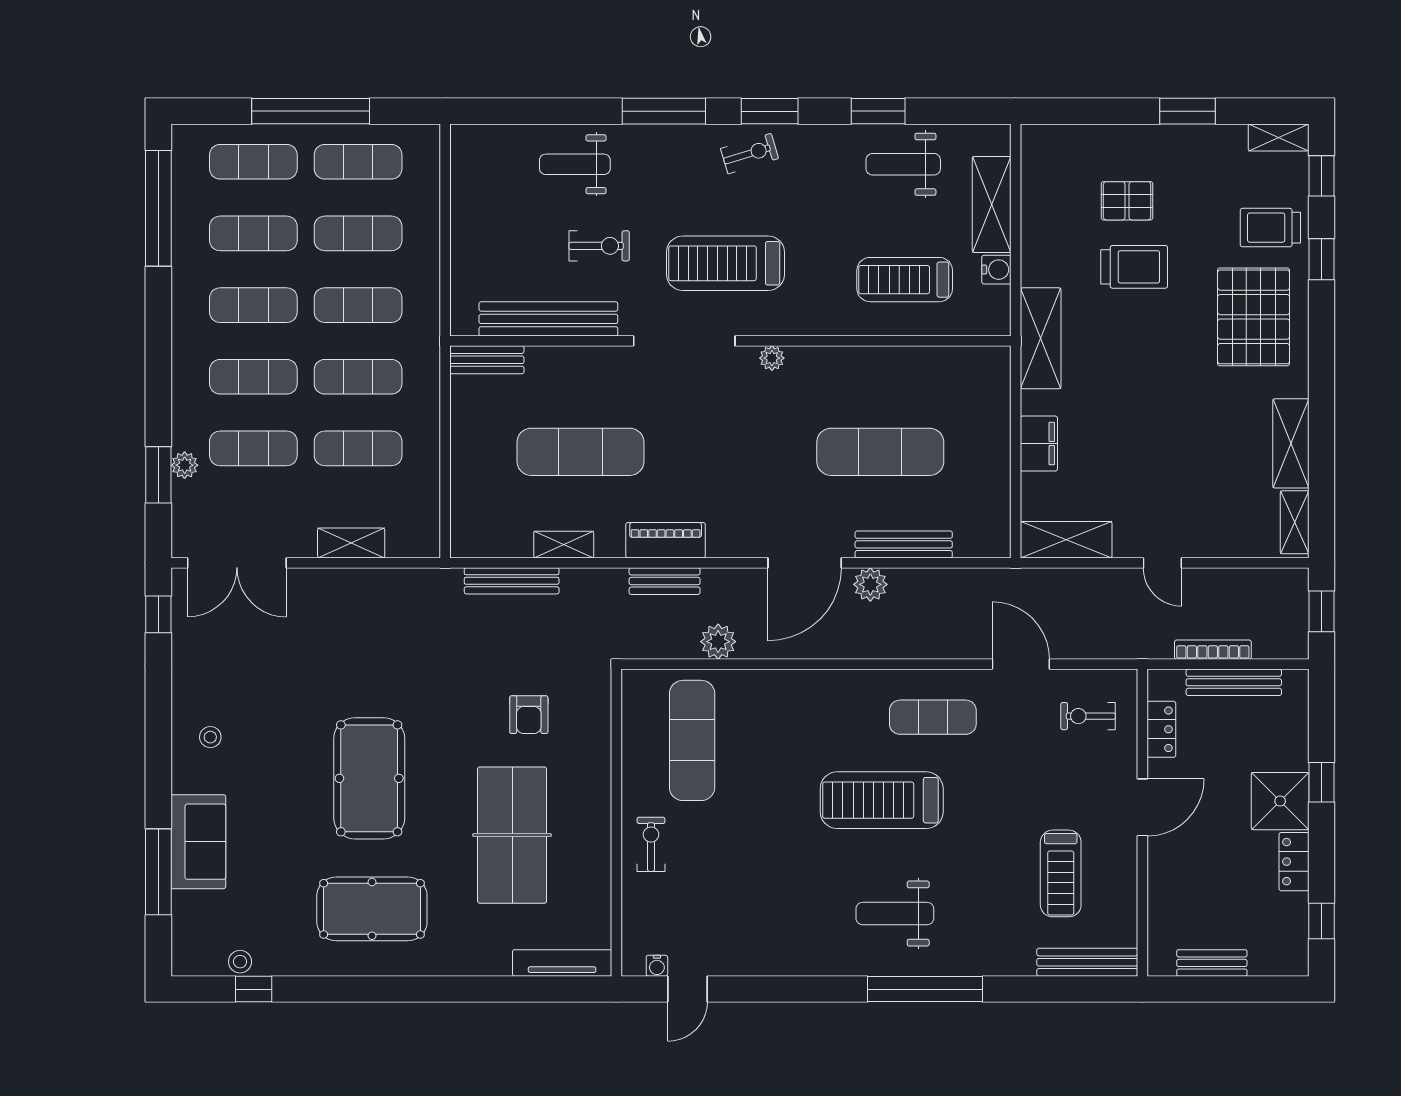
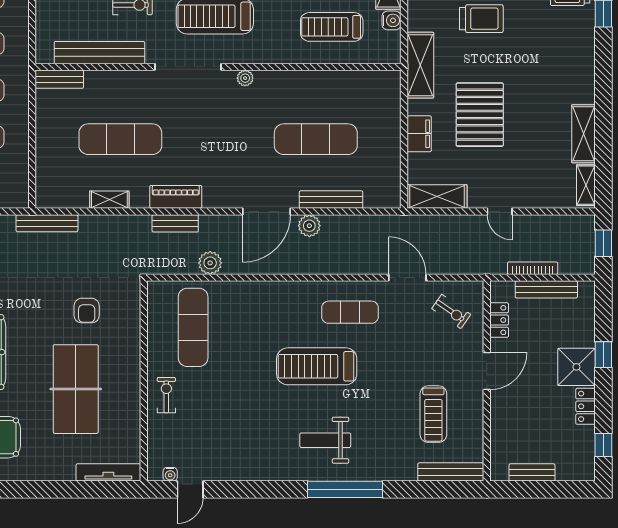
pallet: (1254, 317) -> (480, 115), moved
bench: (512, 581) -> (47, 223), moved
exercise bike: (1088, 716) -> (451, 311), turned -145

